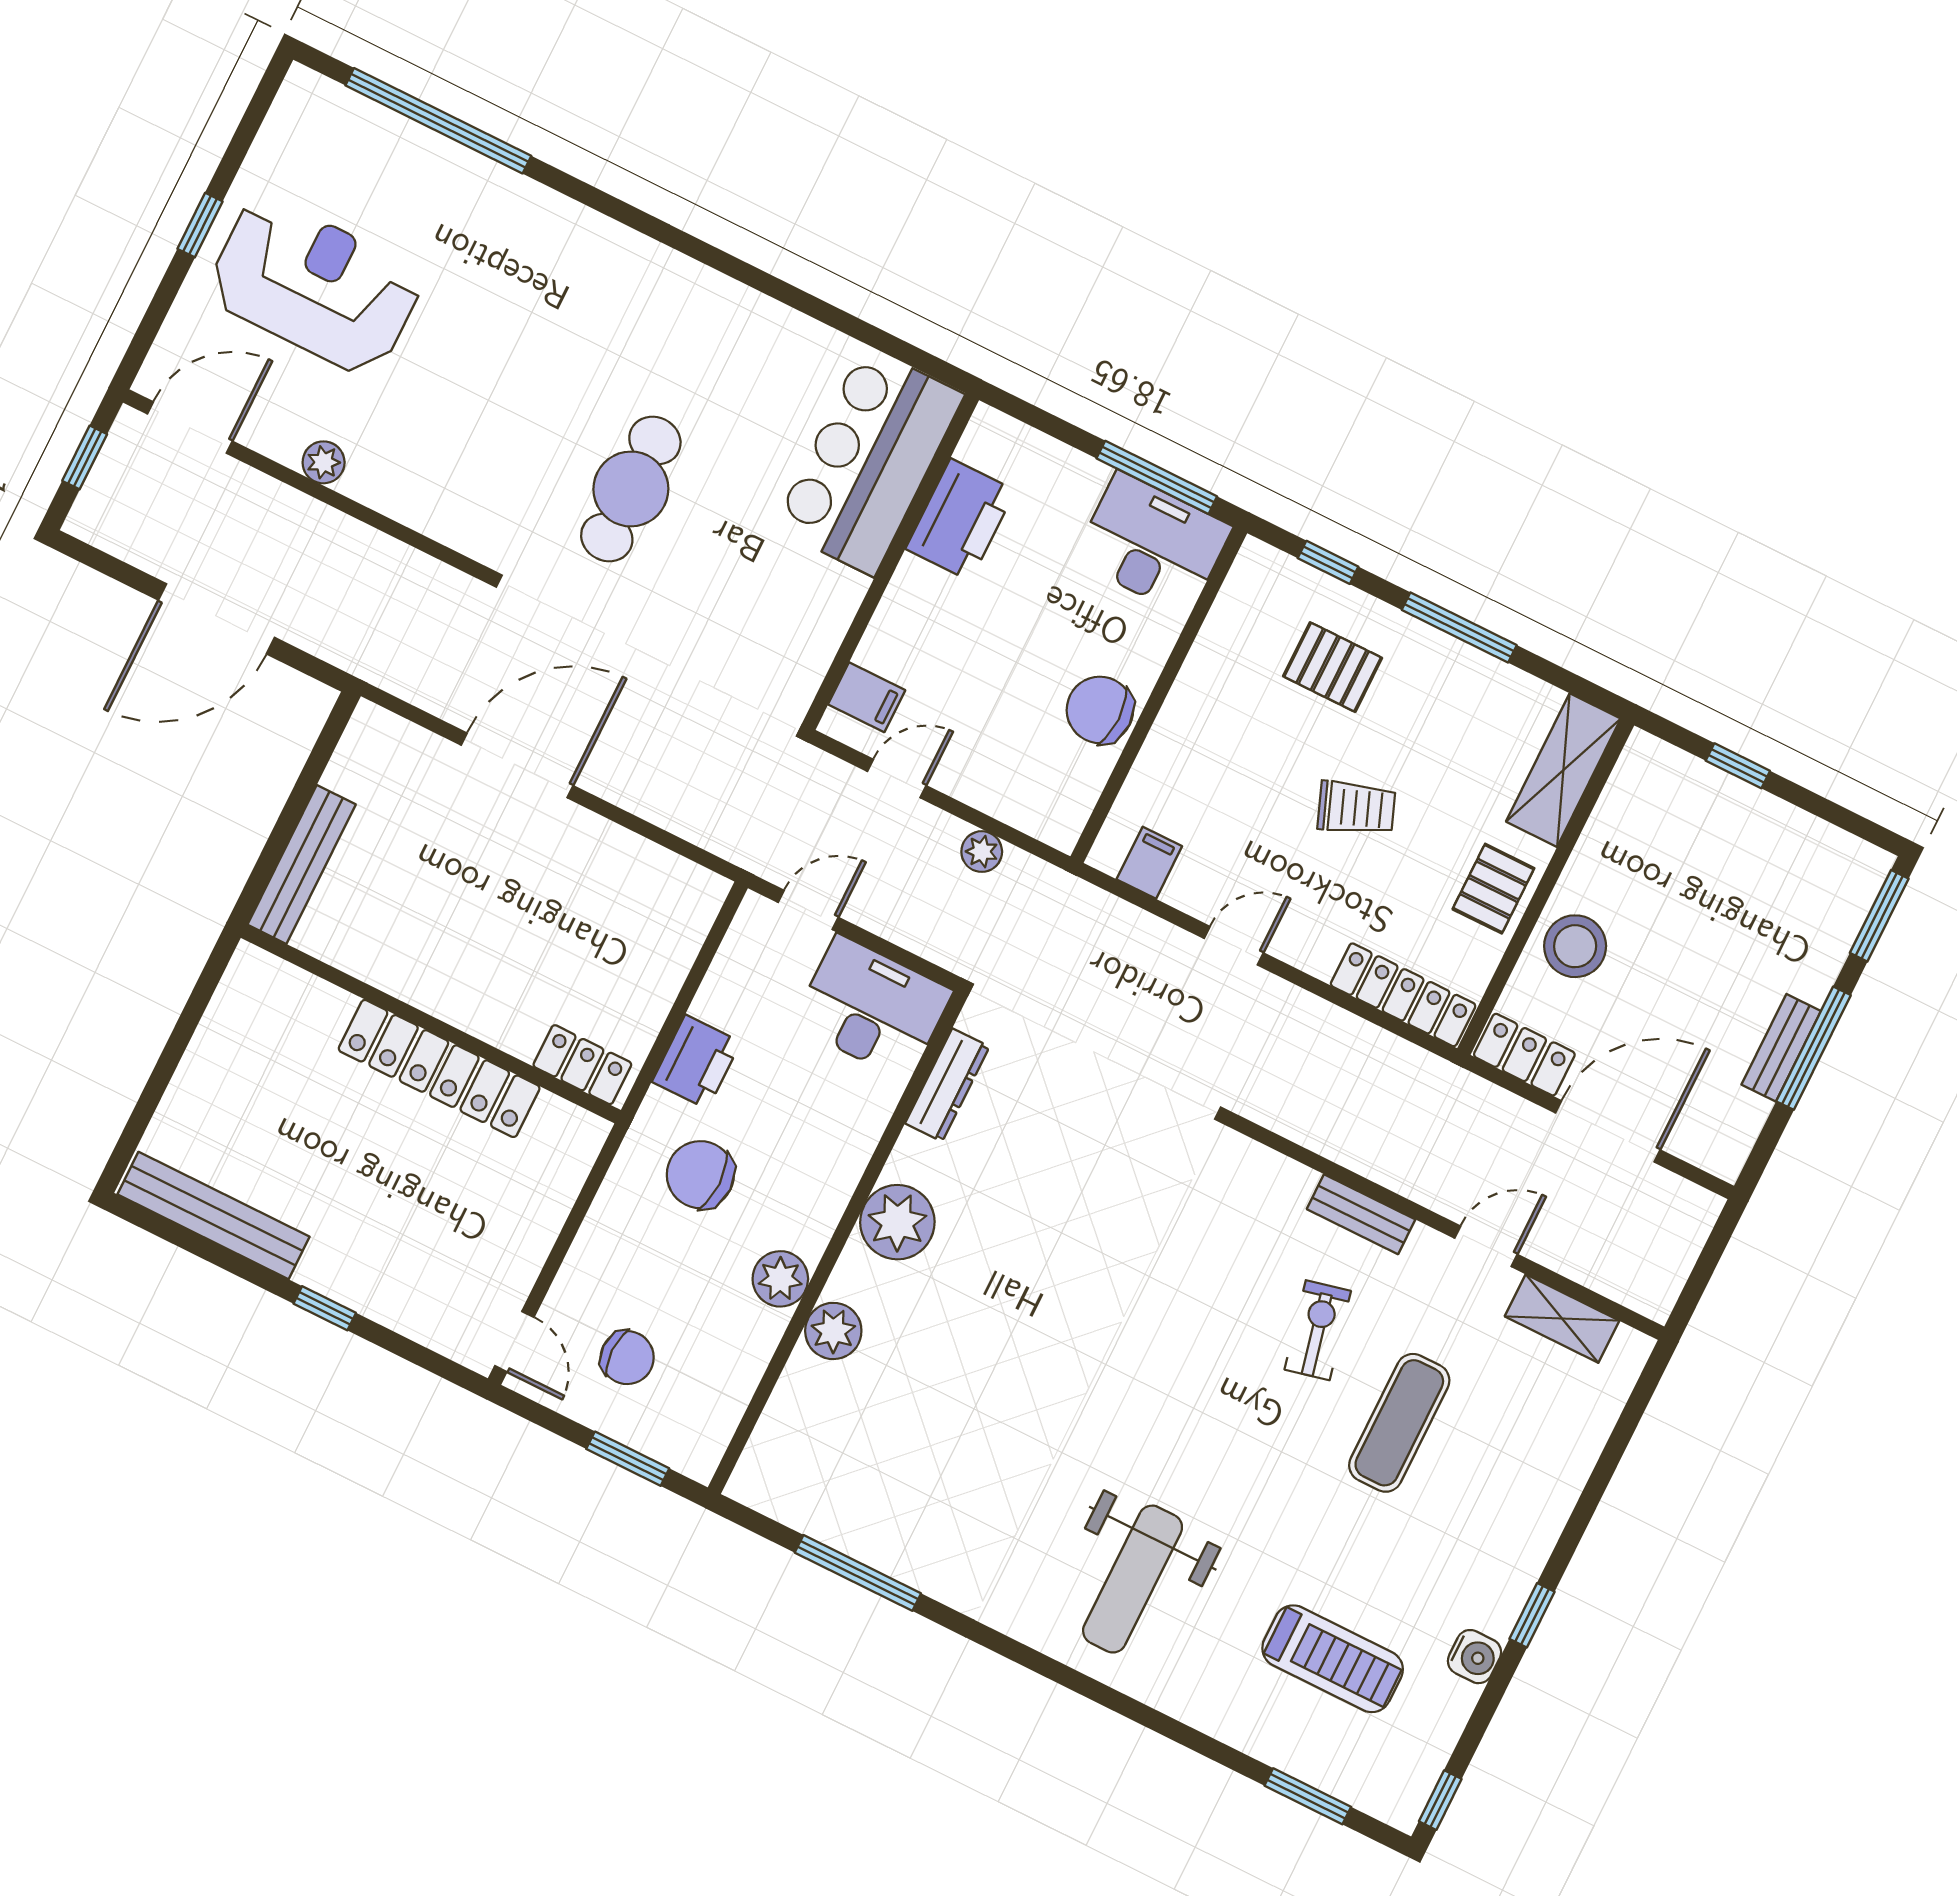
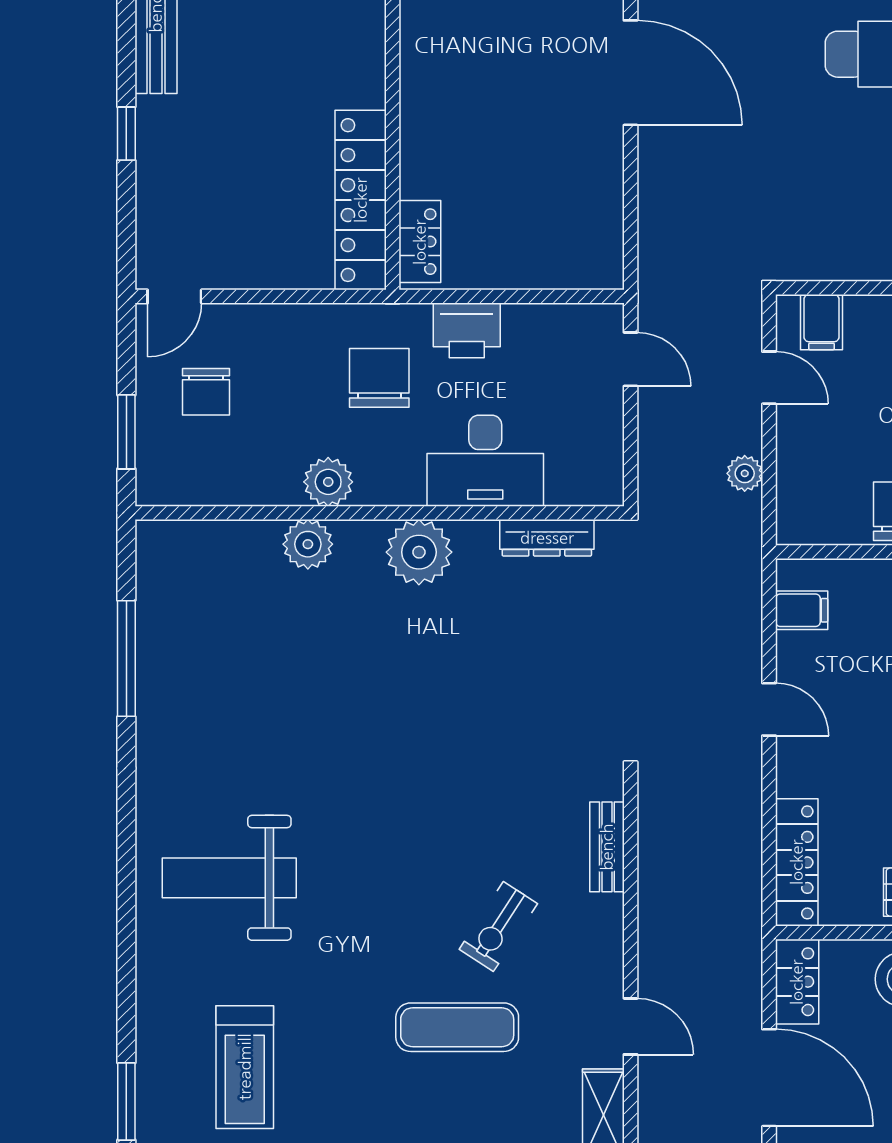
desk: (872, 1008) -> (485, 461), moved, turned 90
locker: (439, 1068) -> (361, 200), moved
bench: (1361, 1214) -> (607, 847), moved
exercise bike: (1318, 1330) -> (498, 927), turned 136

